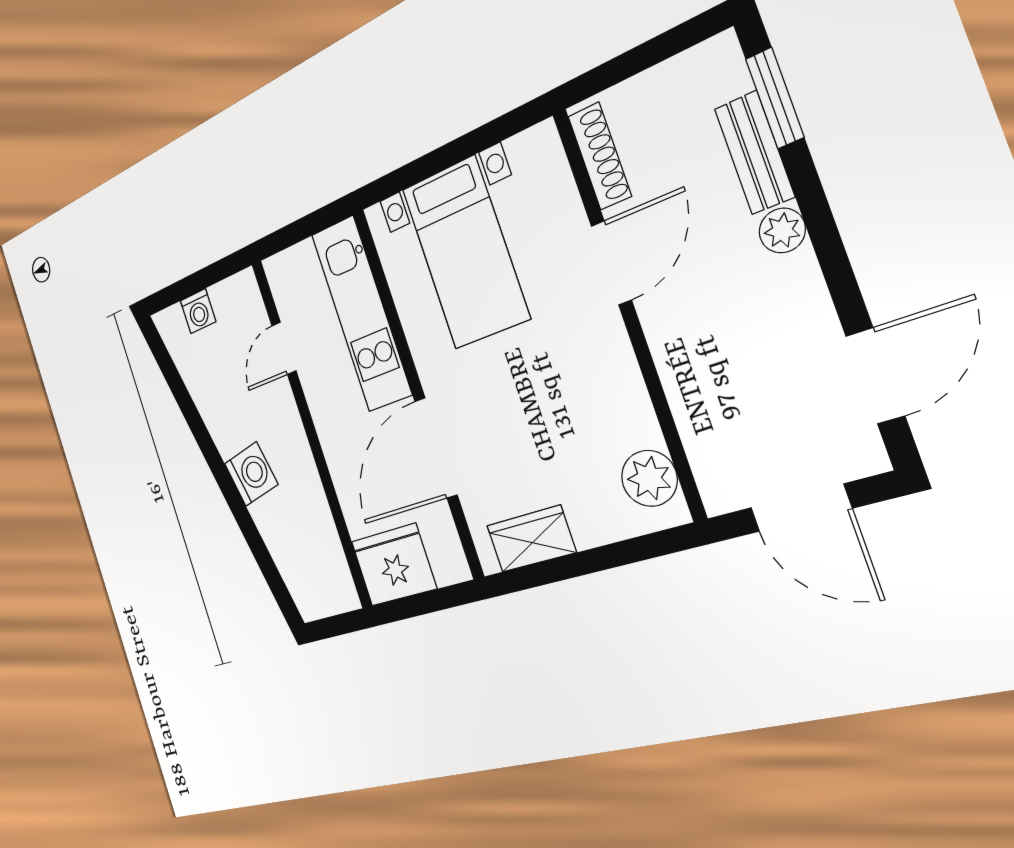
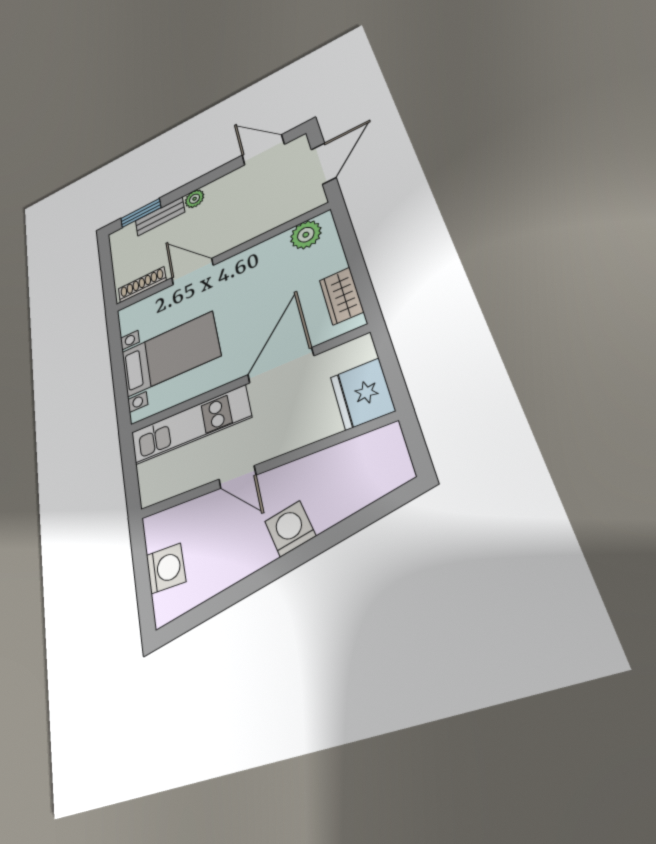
washing machine: (198, 311) -> (166, 568), width x1.38, depth x1.38
door: (284, 348) -> (237, 477), moved
door: (436, 448) -> (280, 365), swing flipped

